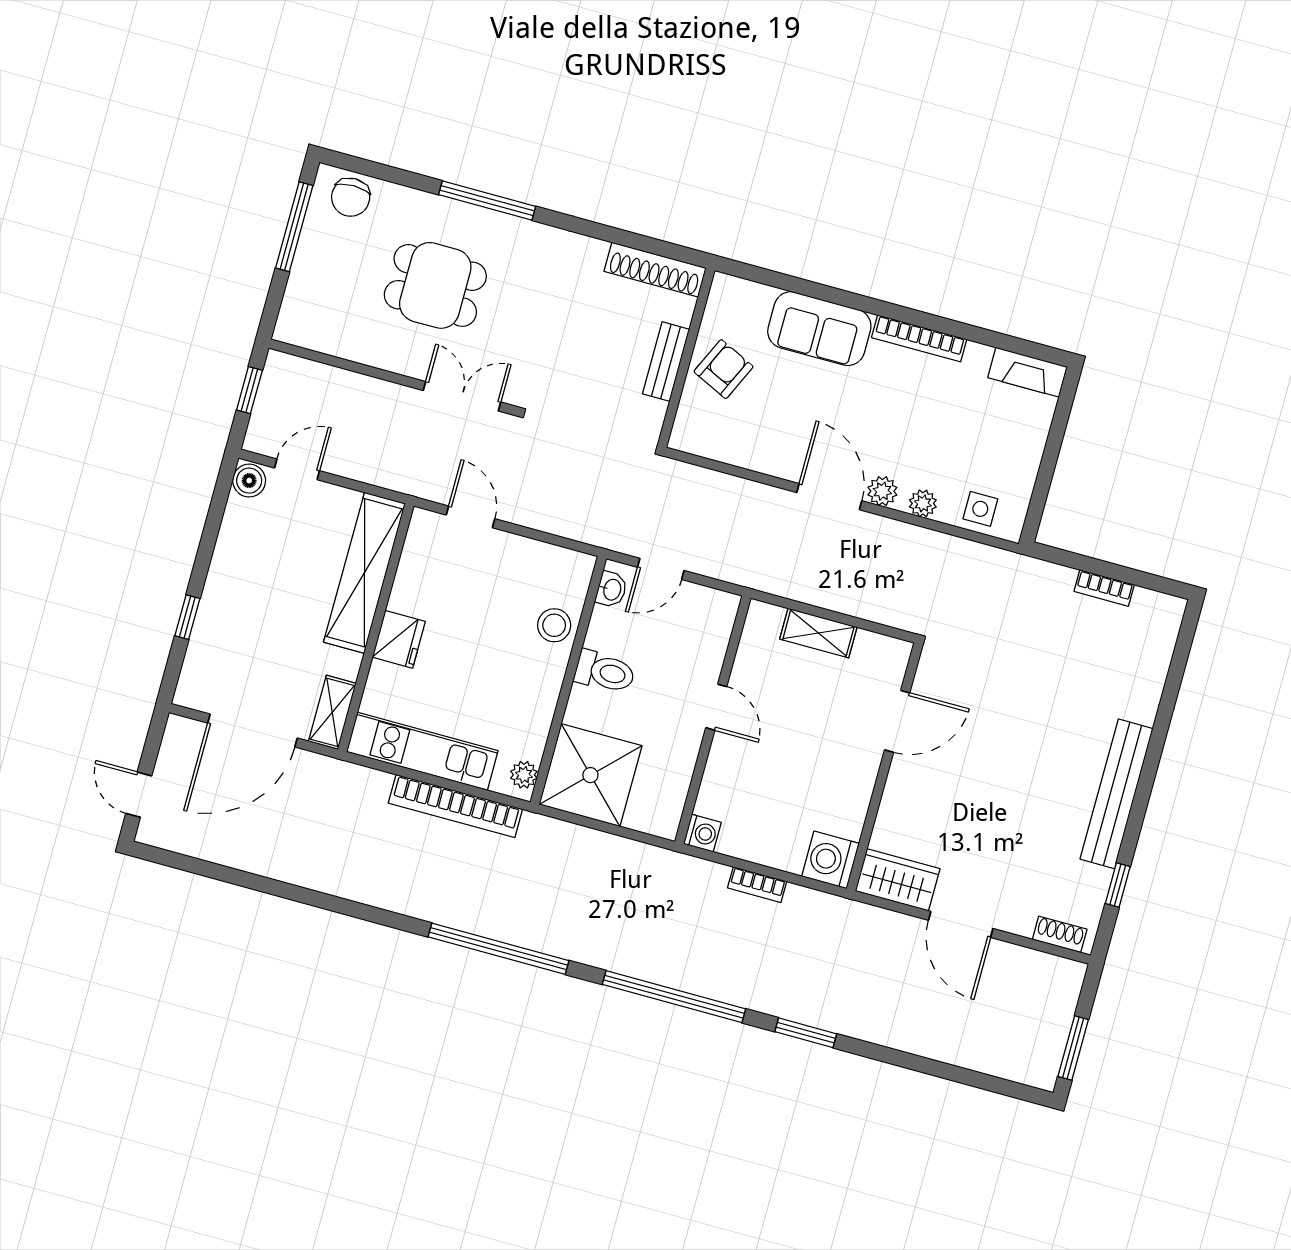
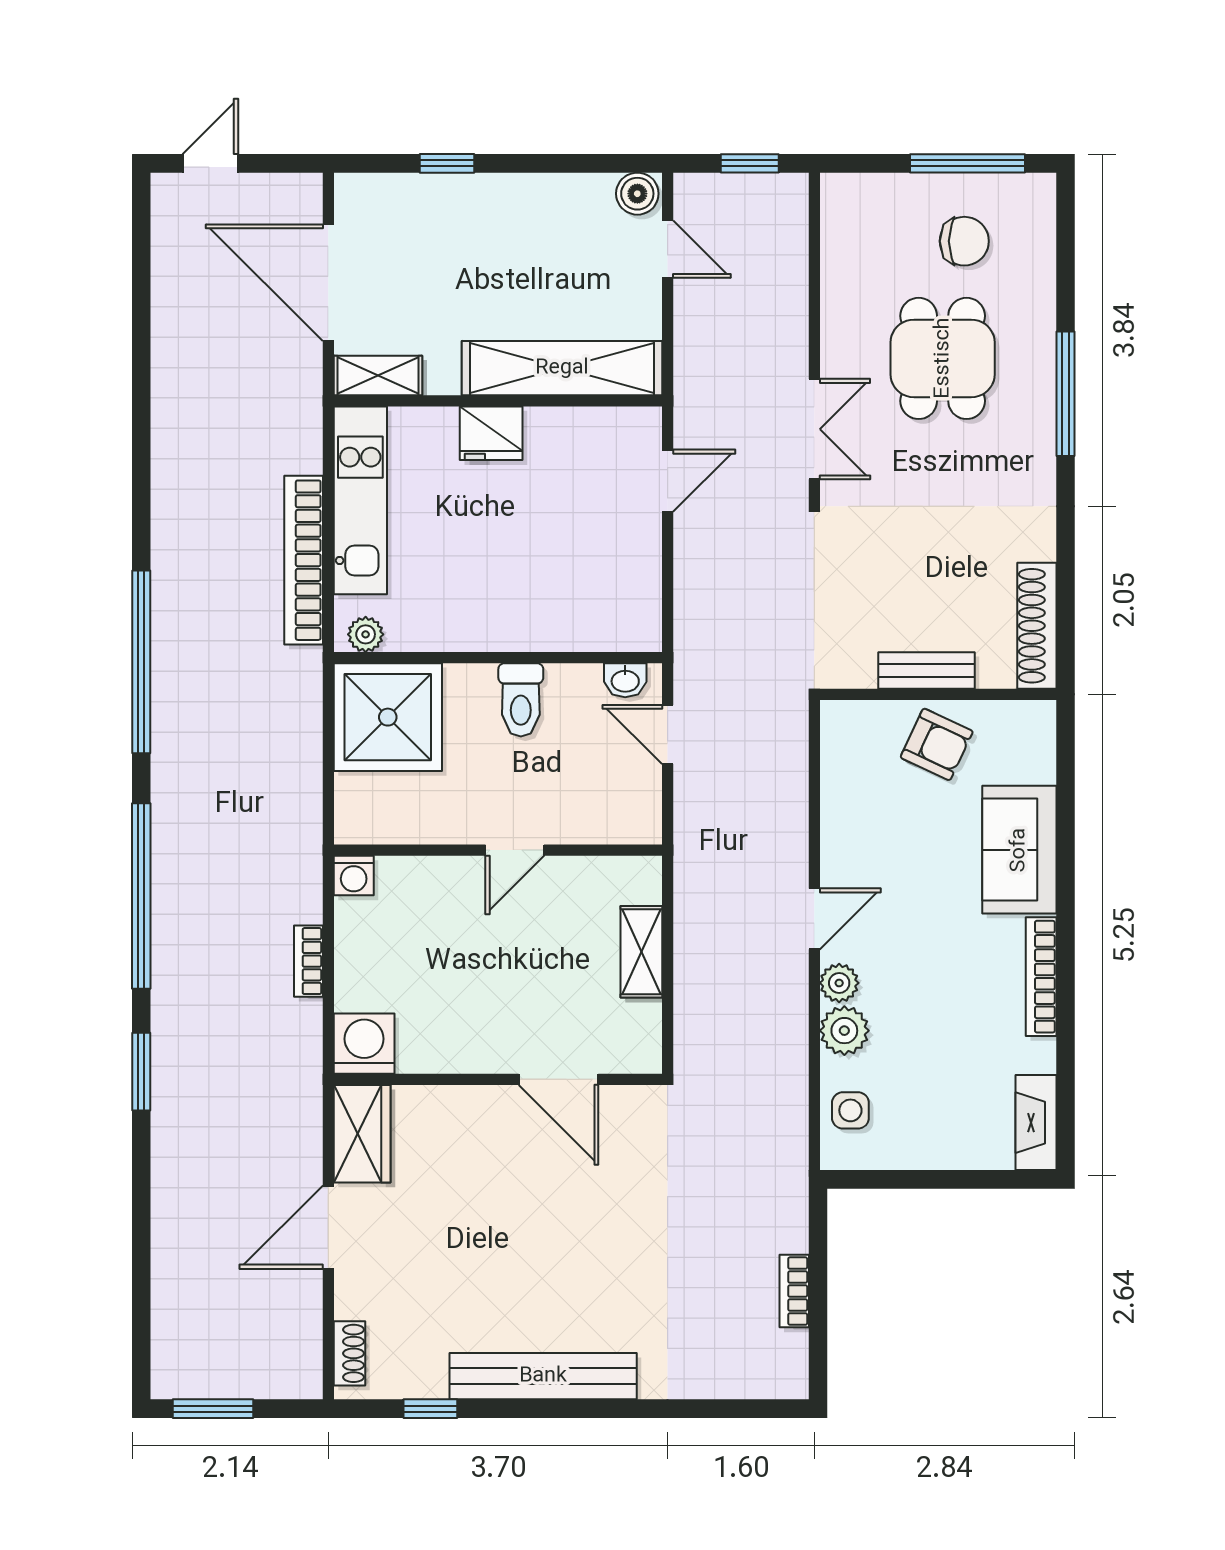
chair: (351, 197) -> (964, 241), moved, turned 180
door: (829, 497) -> (814, 919), width x0.73
plant: (923, 503) -> (844, 1031), width x1.38, depth x1.38
stool: (554, 625) -> (561, 621), removed

